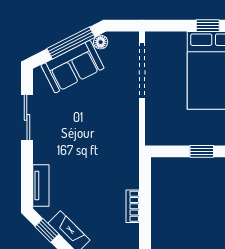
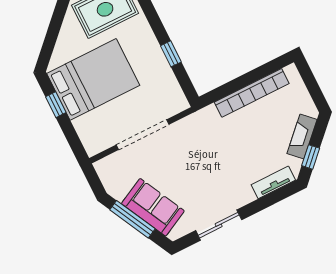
floor lamp: (101, 42) -> (118, 193), removed
doorway: (142, 71) -> (143, 135), moved
bookcase: (133, 206) -> (252, 93), width x2.31, depth x1.31

